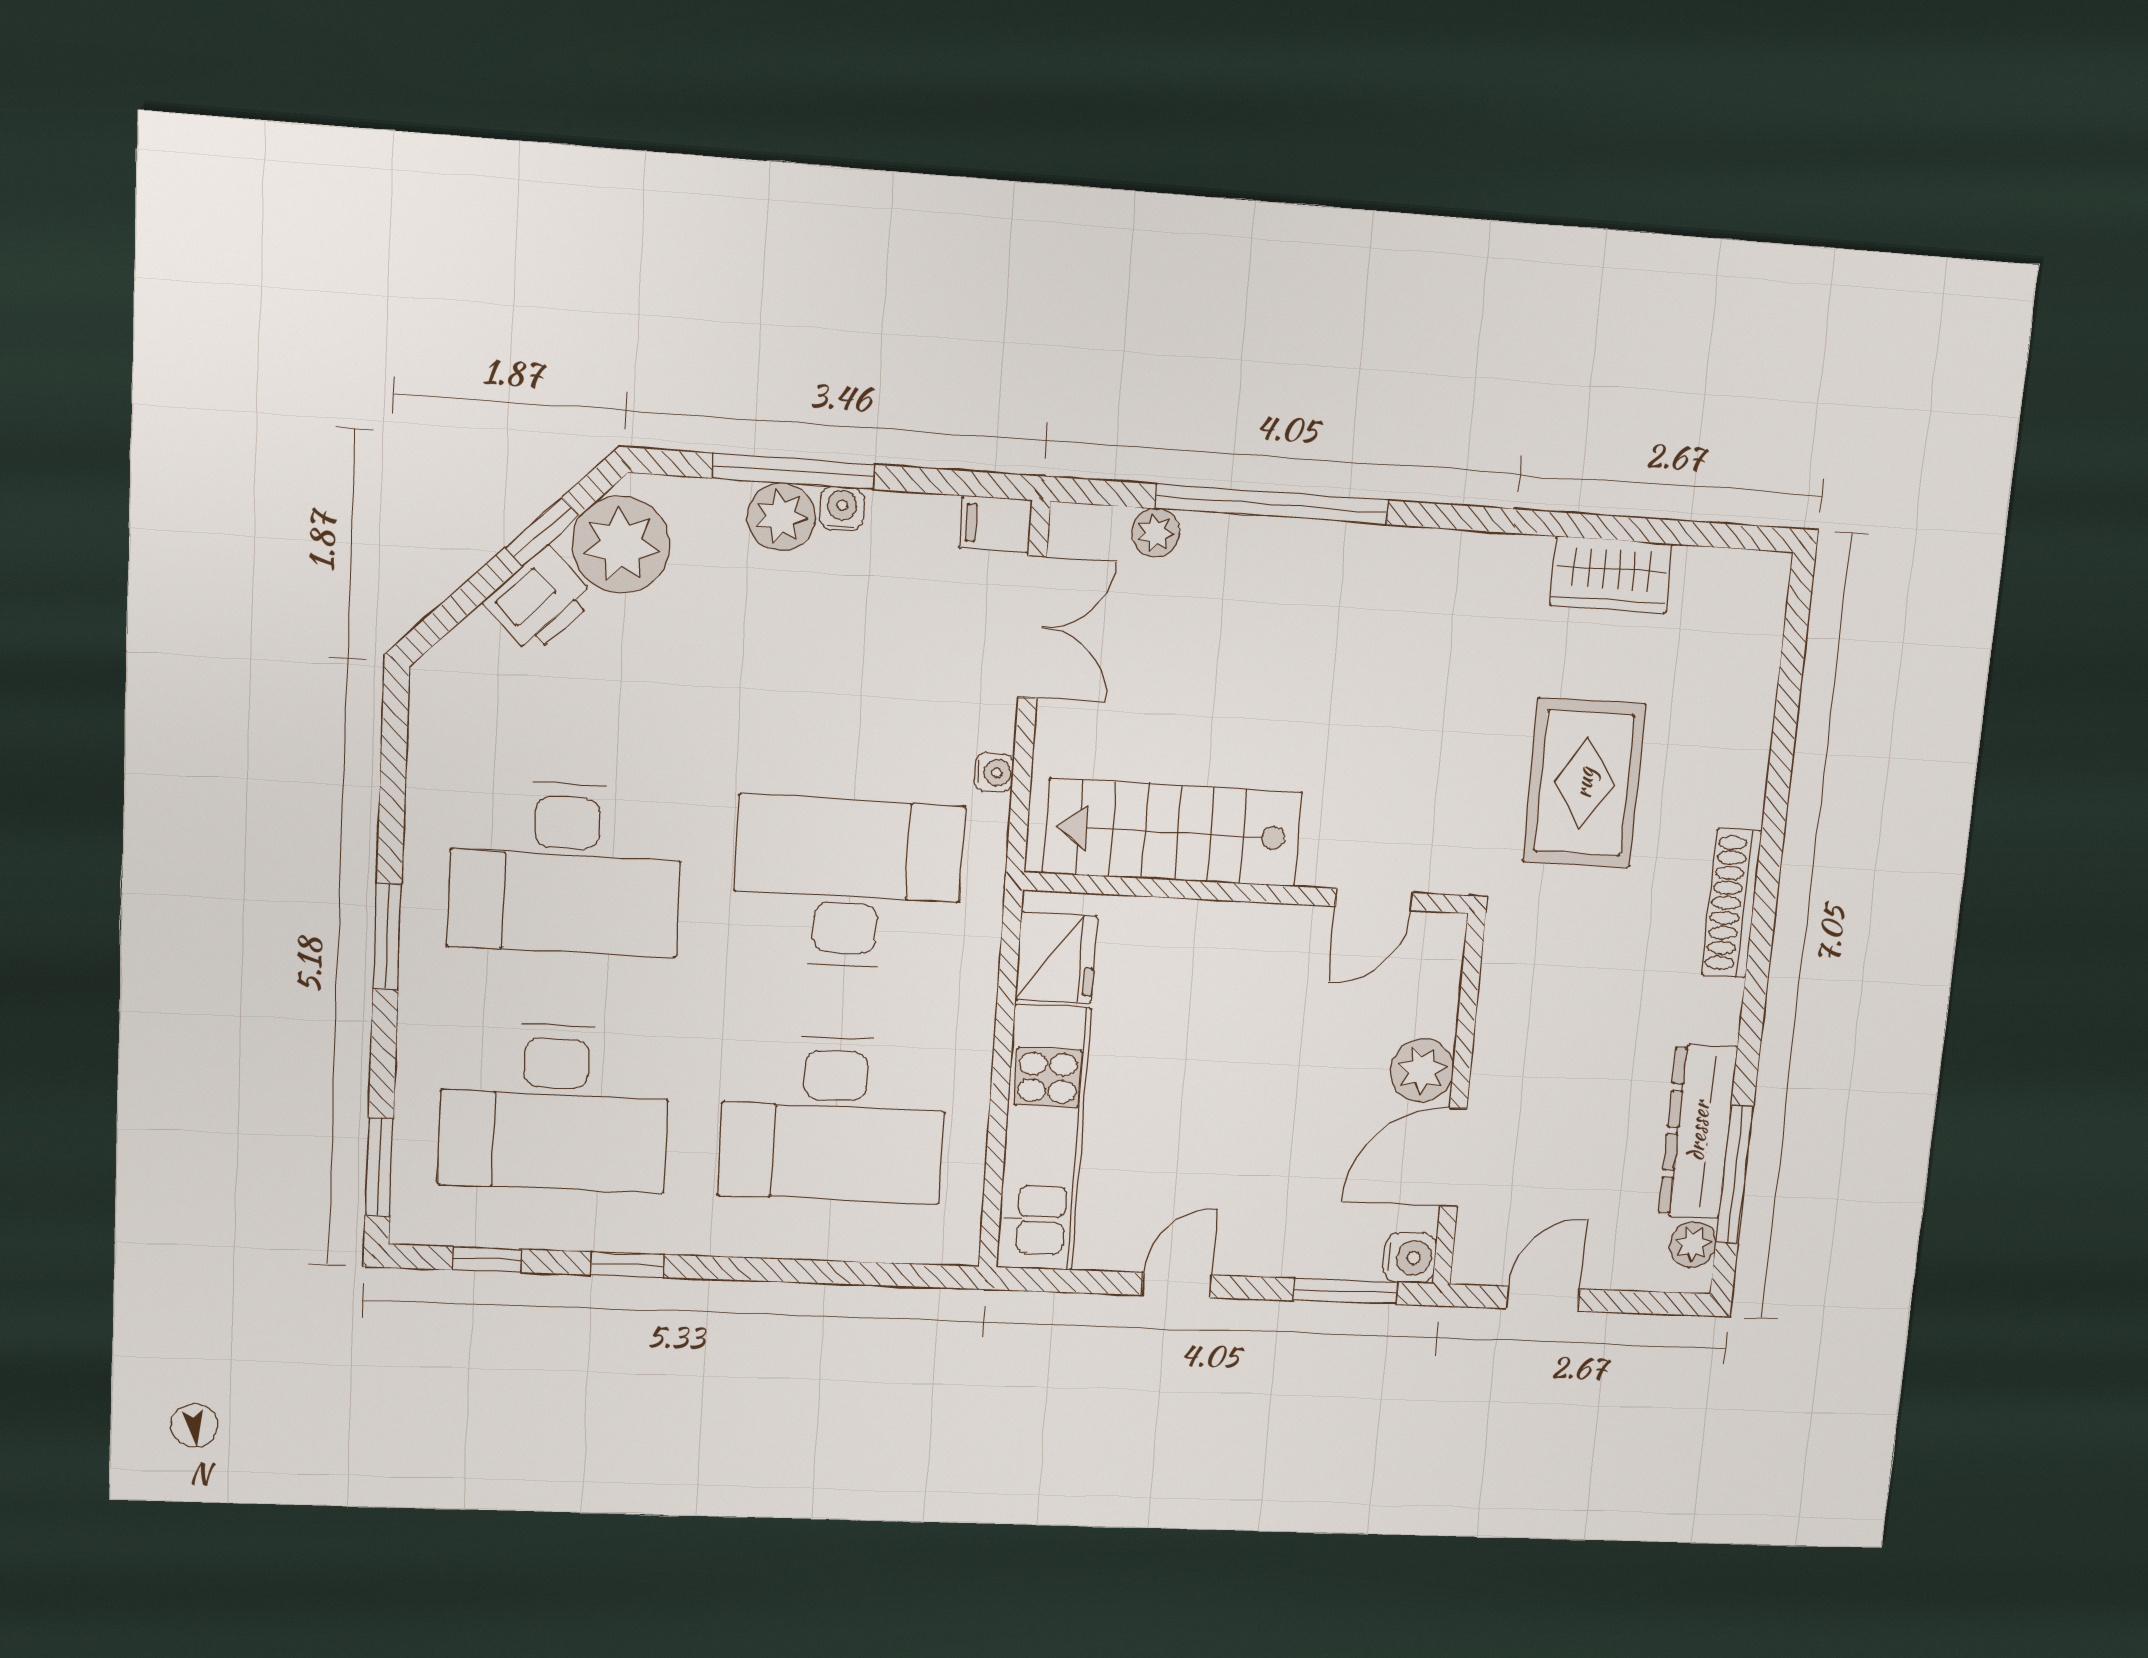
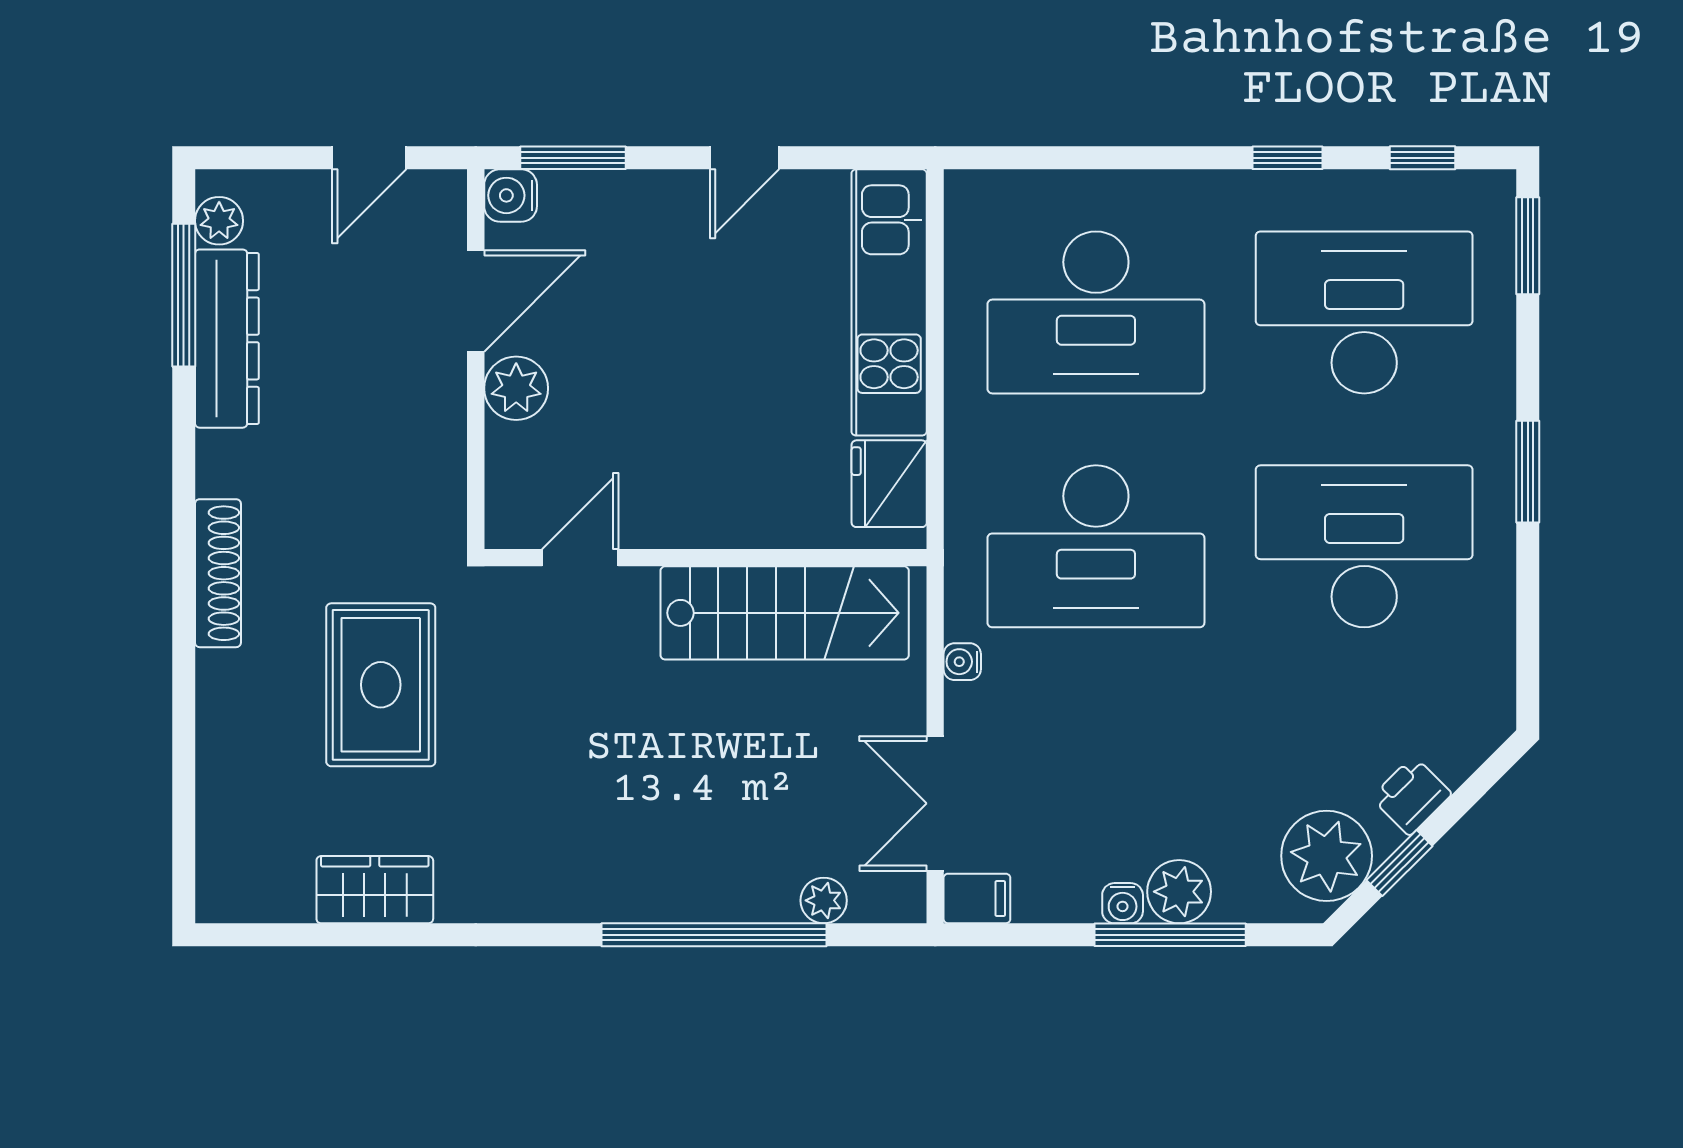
printer: (540, 601) -> (1411, 796), width x0.73, depth x0.81
desk: (833, 1119) -> (1096, 312), turned 180

